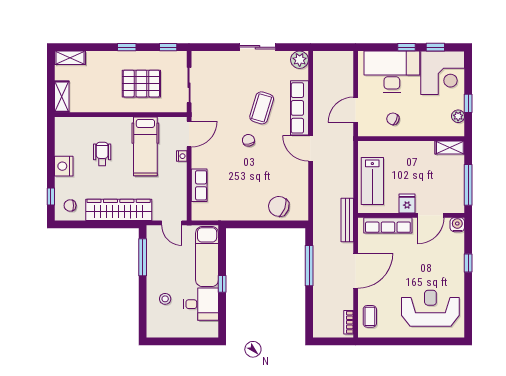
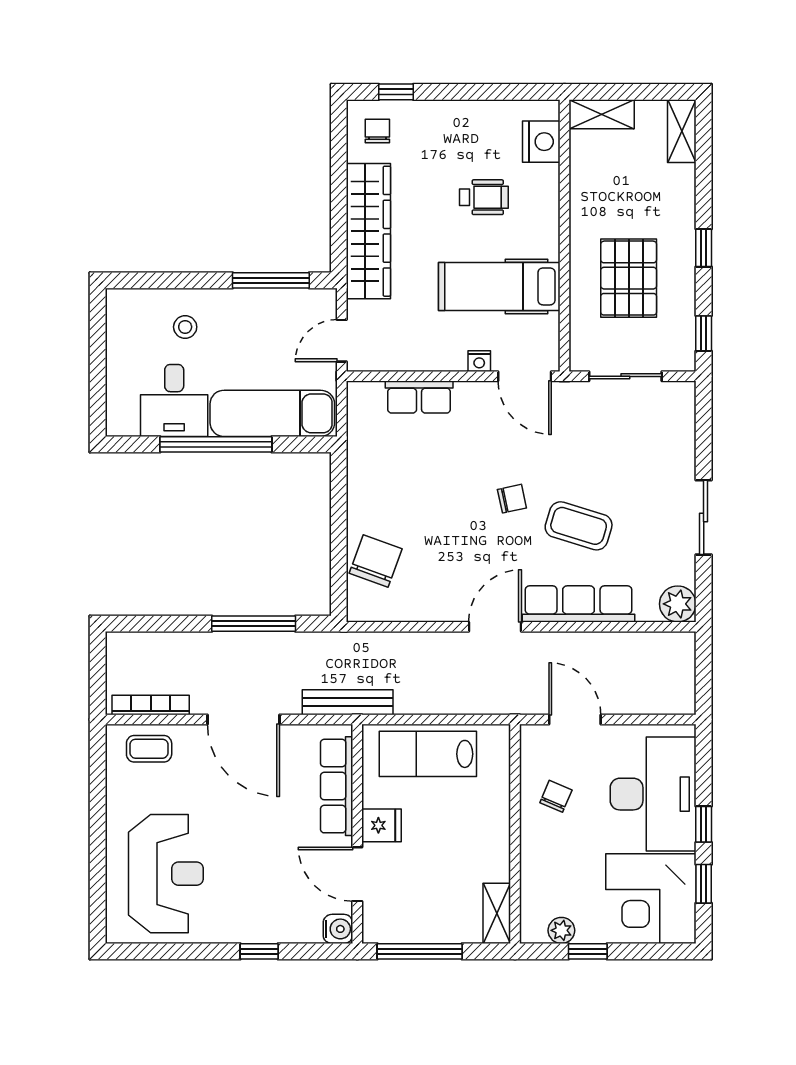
nightstand: (64, 166) -> (541, 142), moved, turned 90
window: (222, 284) -> (216, 444), width x3.17
bookcase: (349, 322) -> (151, 705), width x1.56

